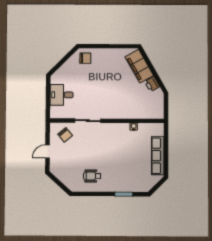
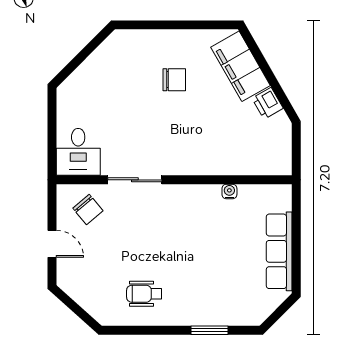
chair: (85, 58) -> (174, 80), moved
desk: (62, 95) -> (78, 152), moved, turned -90
door: (48, 151) -> (52, 244), swing flipped

